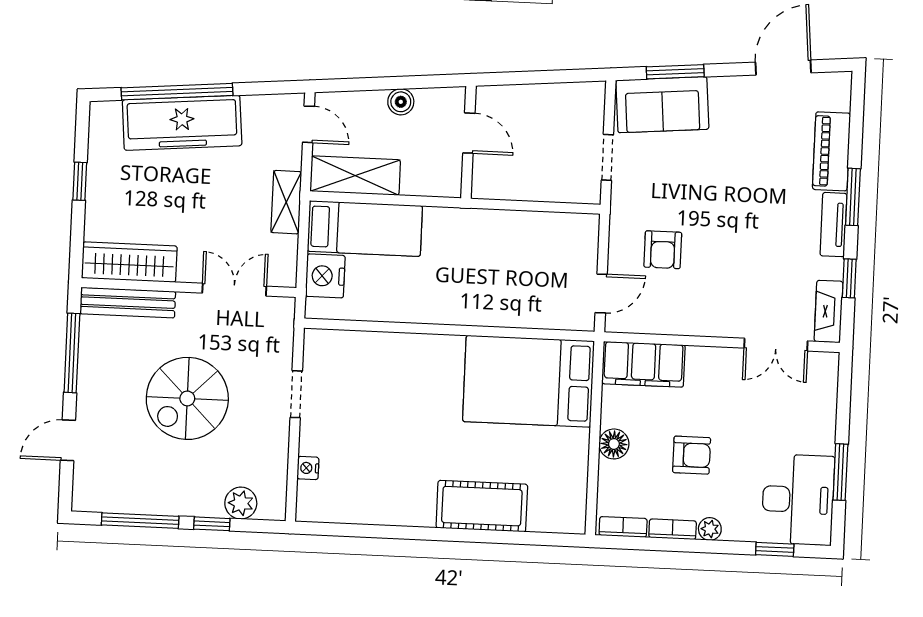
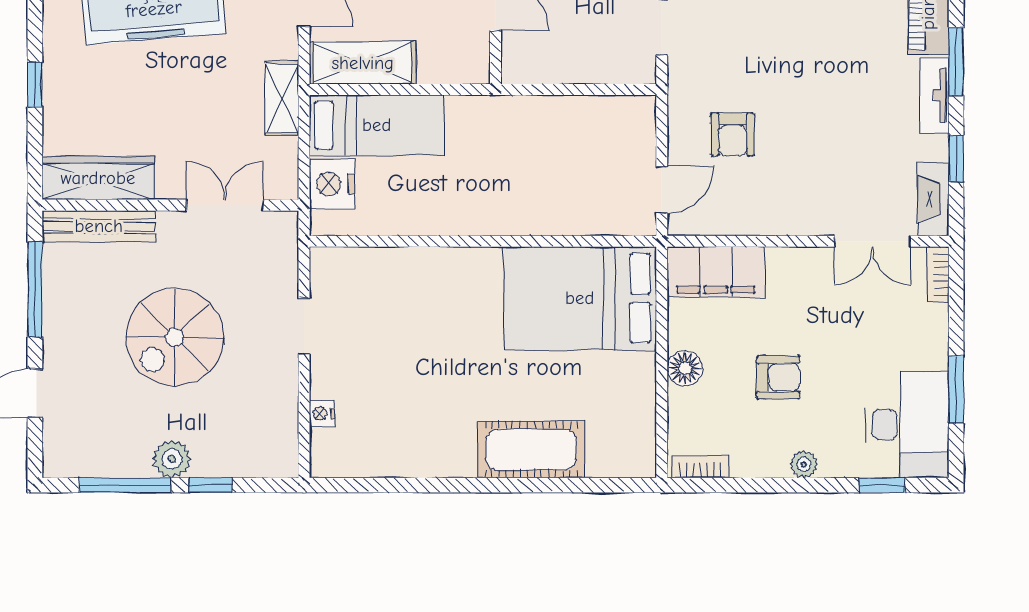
plant: (241, 503) -> (172, 459), moved
bookcase: (673, 529) -> (938, 275), moved, turned -90

